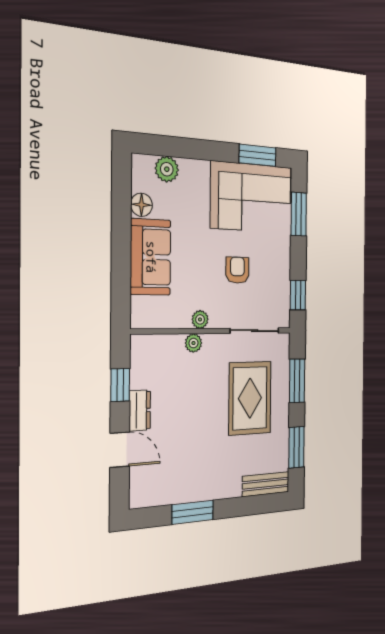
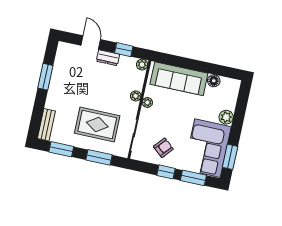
plant: (167, 169) -> (226, 117), moved
sofa: (151, 257) -> (179, 79), width x1.36
armchair: (237, 270) -> (163, 148), moved, turned -49
window: (298, 295) -> (166, 172), moved
plant: (139, 345) -> (142, 65), added
door: (120, 450) -> (91, 42), swing flipped

